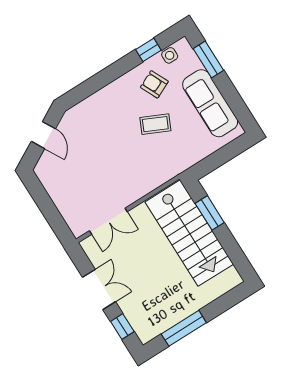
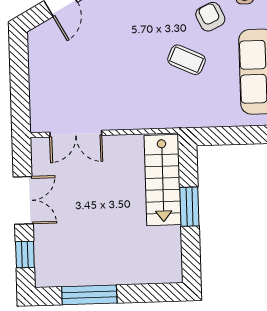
window: (210, 213) -> (189, 207), moved
stairs: (189, 233) -> (163, 180), width x0.73, depth x0.66

